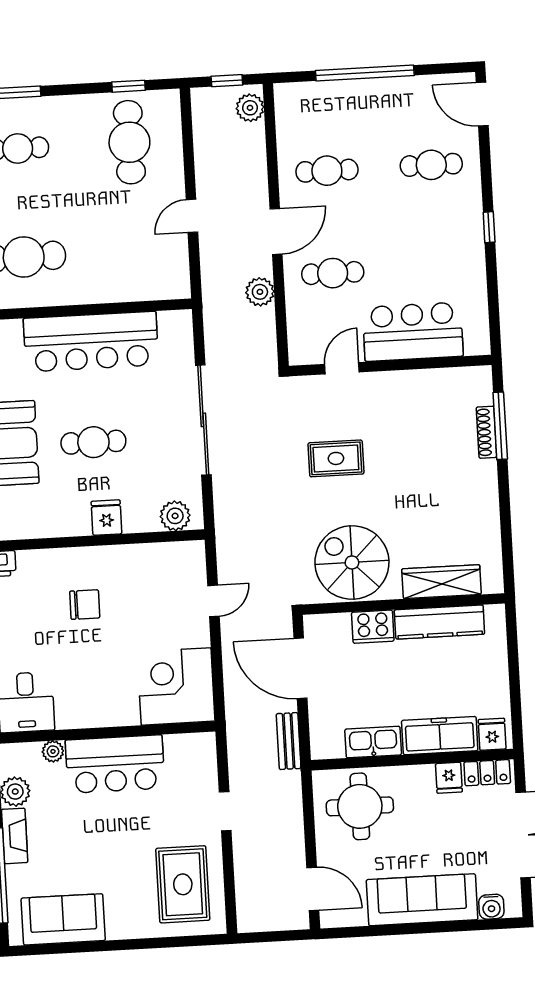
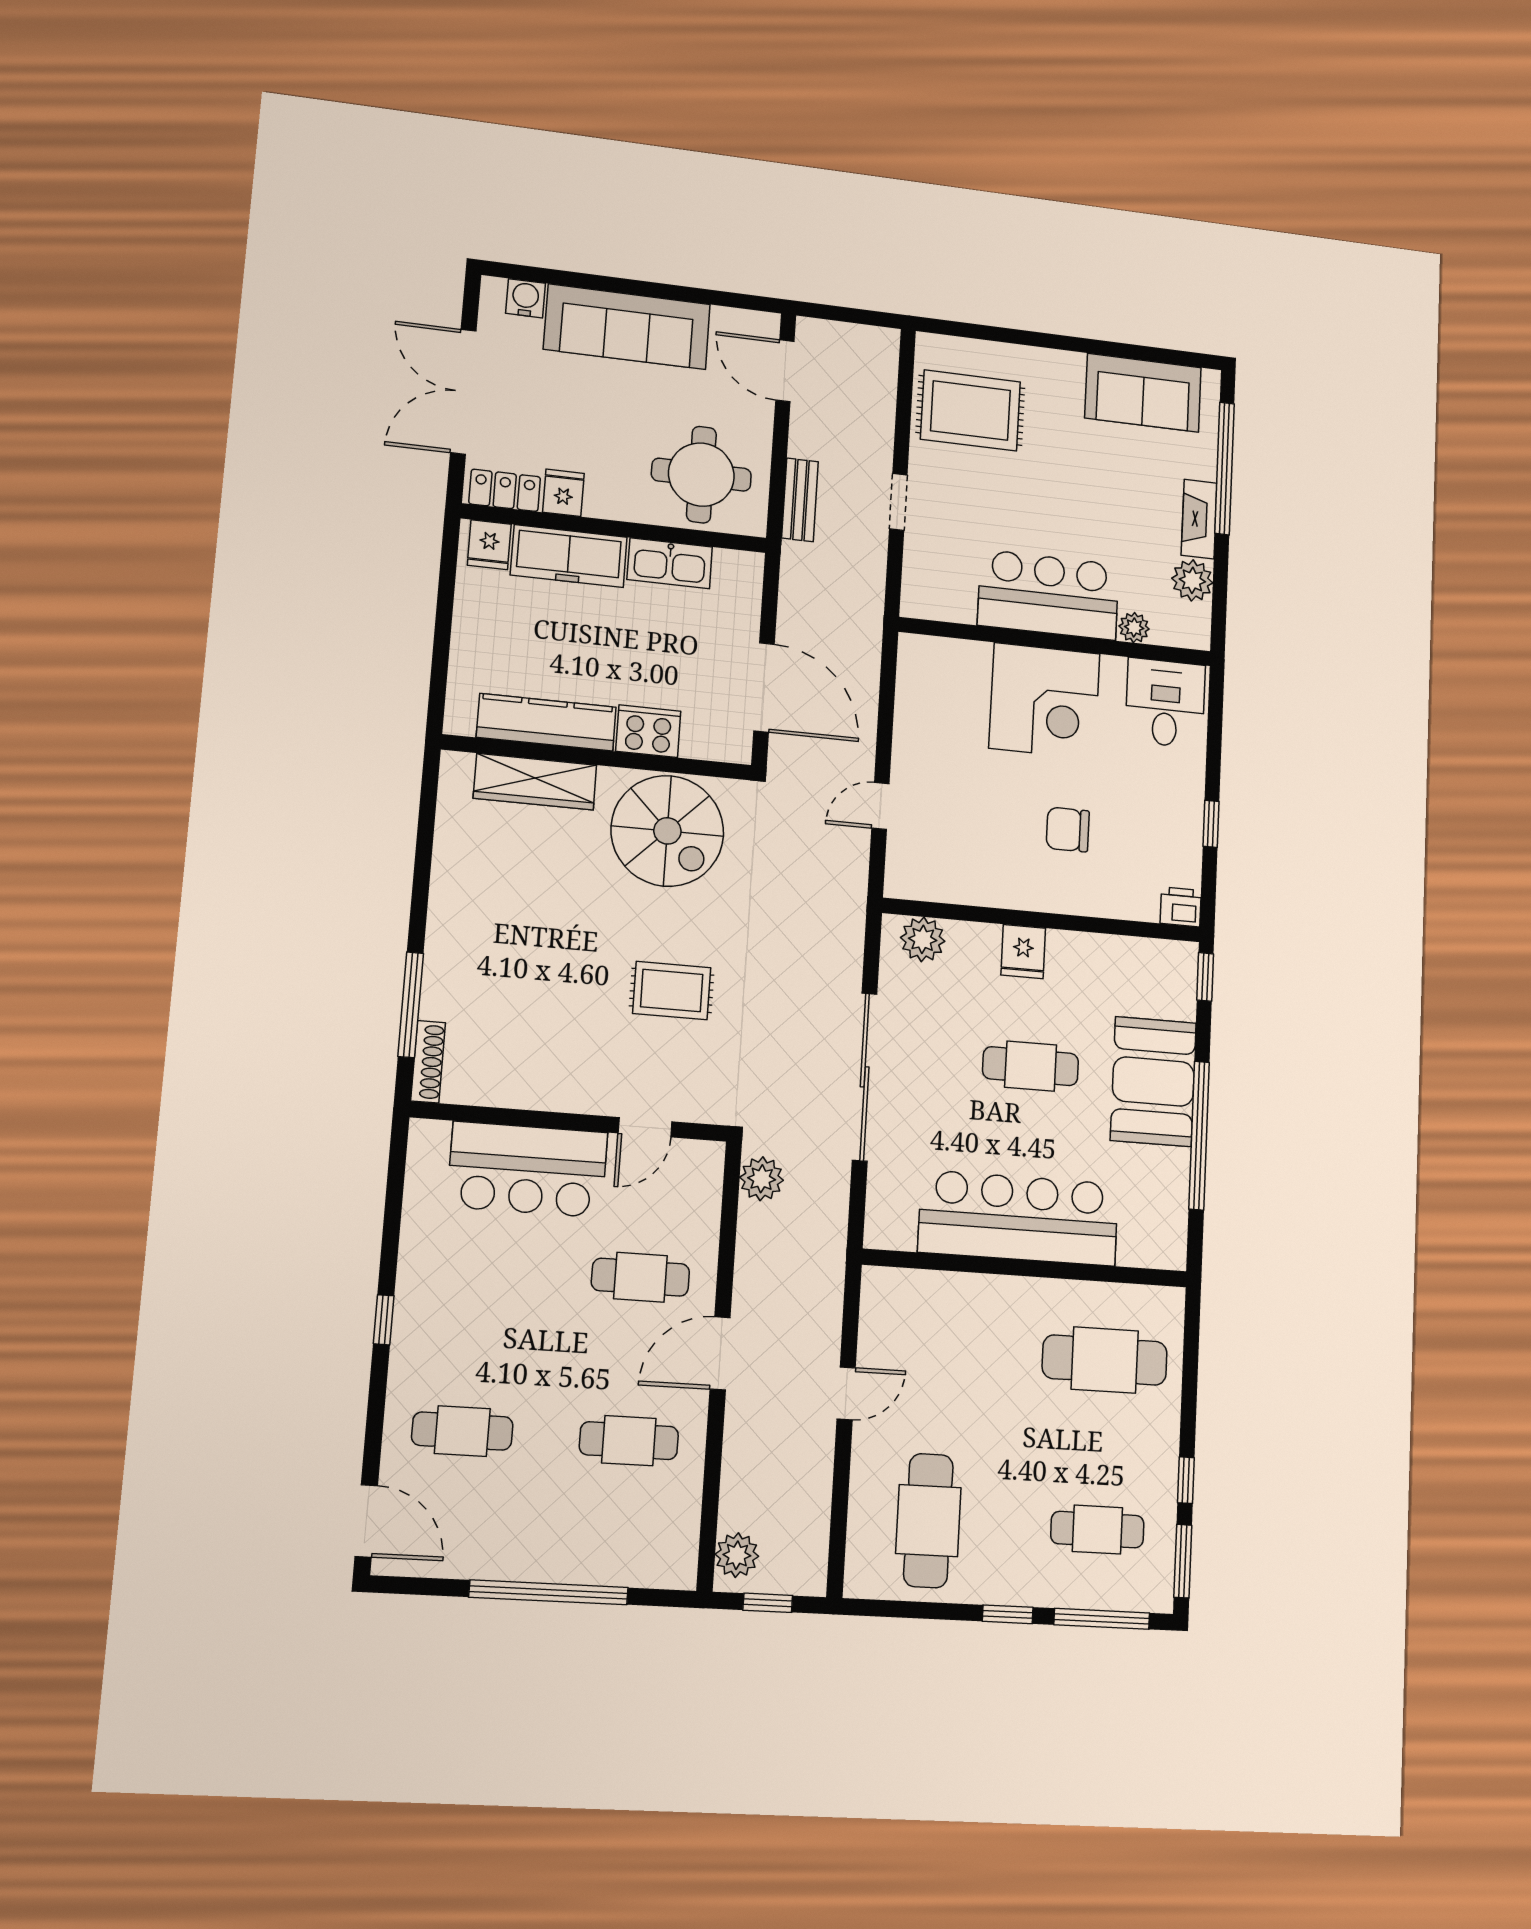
window: (129, 86) -> (1008, 1614), moved
plant: (260, 292) -> (762, 1179), moved
shoe rack: (487, 432) -> (428, 1062), moved
corner desk: (176, 686) -> (1045, 701), moved
bench: (289, 741) -> (800, 500), moved
rug: (183, 884) -> (970, 410), turned 90

